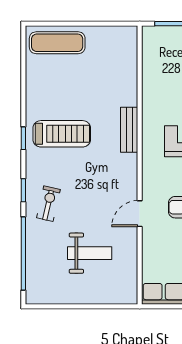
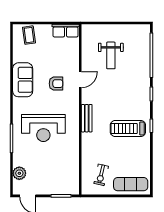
bench: (129, 130) -> (87, 118), moved
exercise bike: (48, 204) -> (101, 175), moved
weight bench: (90, 253) -> (111, 55), turned -90

